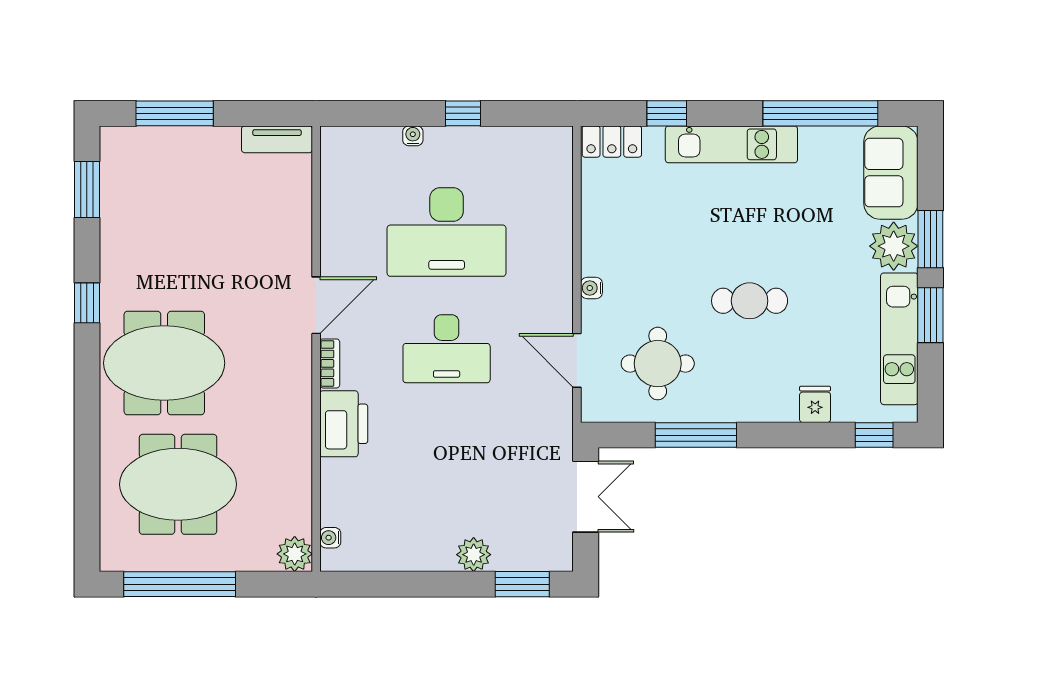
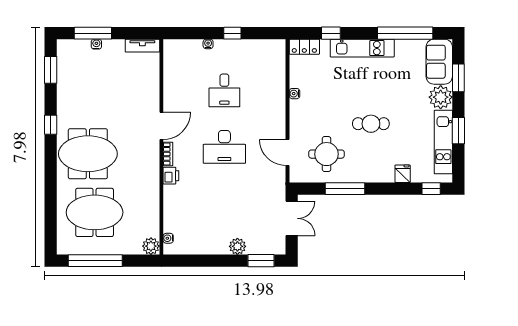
water cooler: (182, 136) -> (96, 44), added
desk: (447, 232) -> (224, 90), width x0.53, depth x0.77
window: (930, 239) -> (458, 78), moved
water cooler: (591, 288) -> (294, 94), moved
printer: (344, 424) -> (171, 176), width x0.53, depth x0.68

